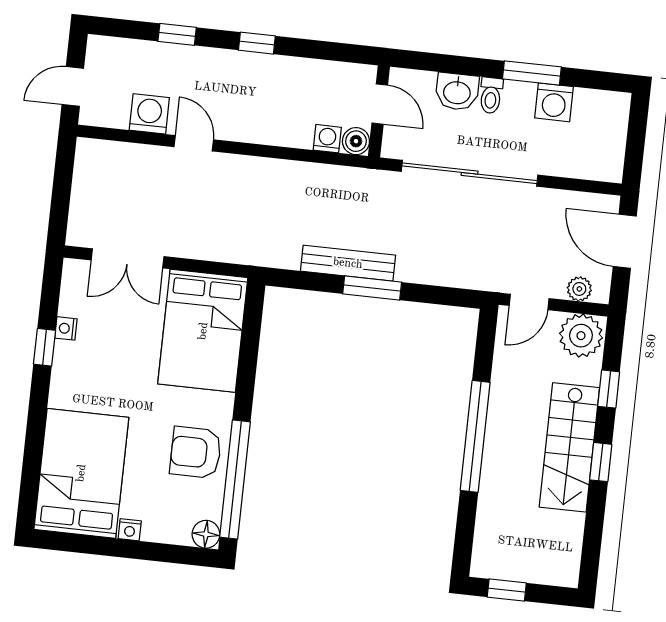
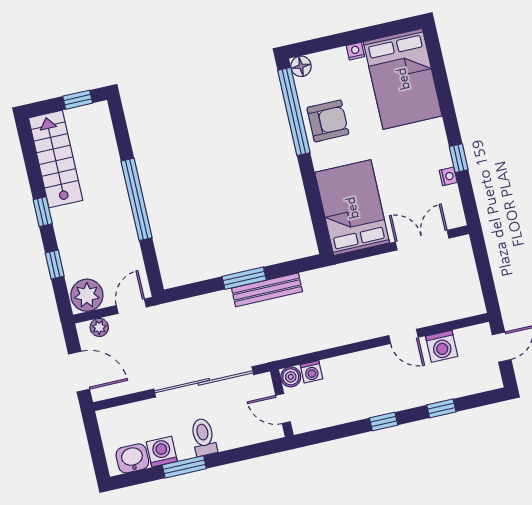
washbasin: (457, 92) -> (132, 458), moved
toilet: (491, 95) -> (203, 437), width x1.37, depth x1.39
stairs: (569, 447) -> (56, 159), moved

